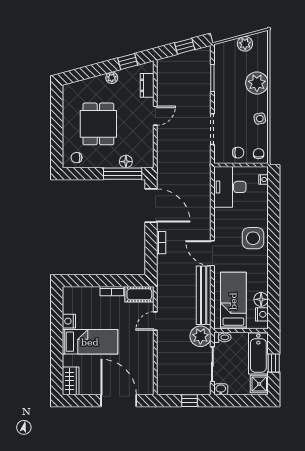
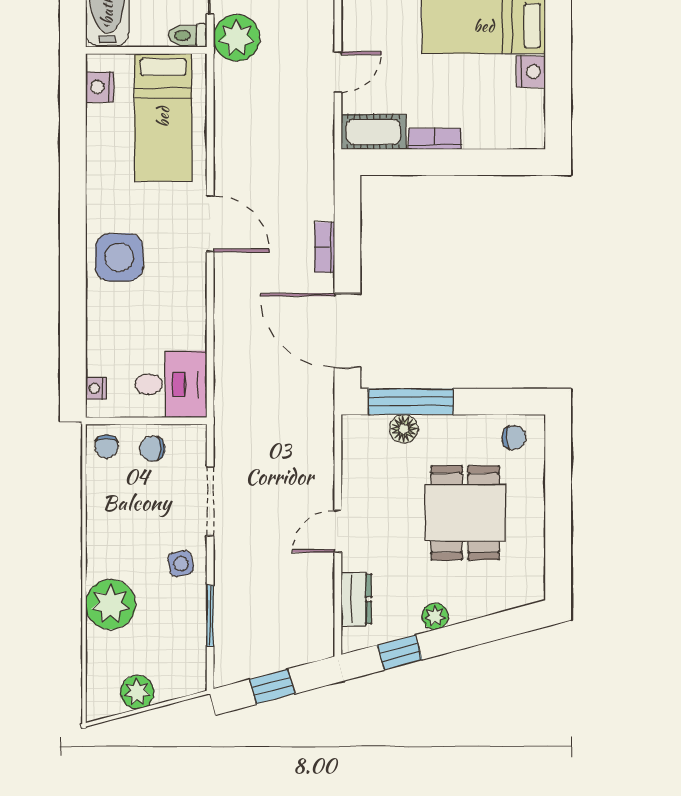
side table: (260, 119) -> (181, 564), moved
desk: (230, 187) -> (171, 384), width x0.73
bench: (204, 295) -> (230, 129), removed
floor lamp: (261, 299) -> (101, 120), removed

